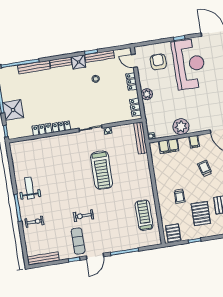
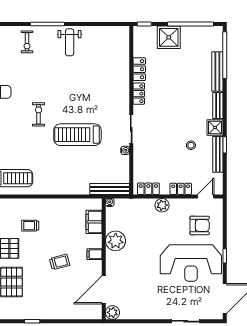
weight bench: (29, 188) -> (70, 42), turned 90
exercise bike: (83, 216) -> (39, 114), moved

